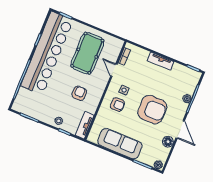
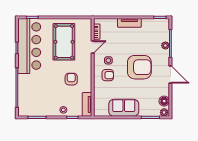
bar counter: (47, 53) -> (29, 46), width x0.73
door: (114, 70) -> (93, 47), swing flipped
floor lamp: (168, 142) -> (164, 101), moved
sofa: (120, 144) -> (124, 108), width x0.73

